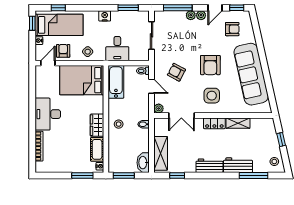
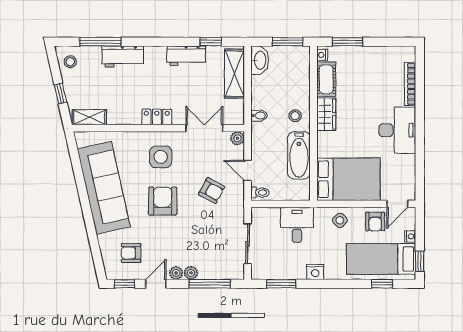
bathtub: (116, 82) -> (299, 155), moved
shelving: (238, 123) -> (89, 117), moved
workbench: (209, 166) -> (186, 56), moved

